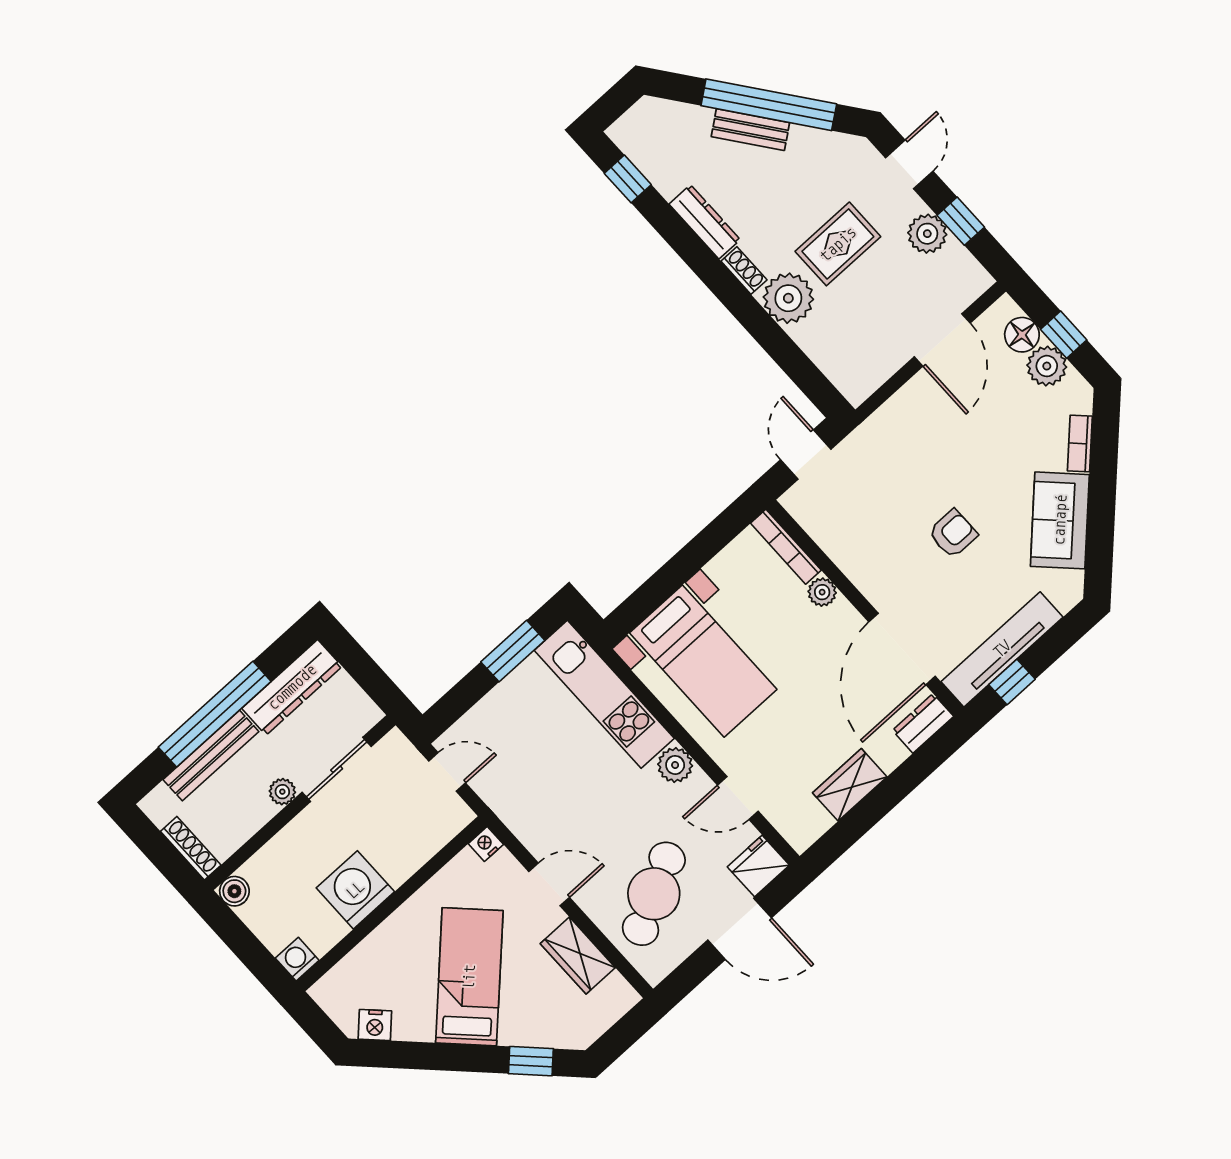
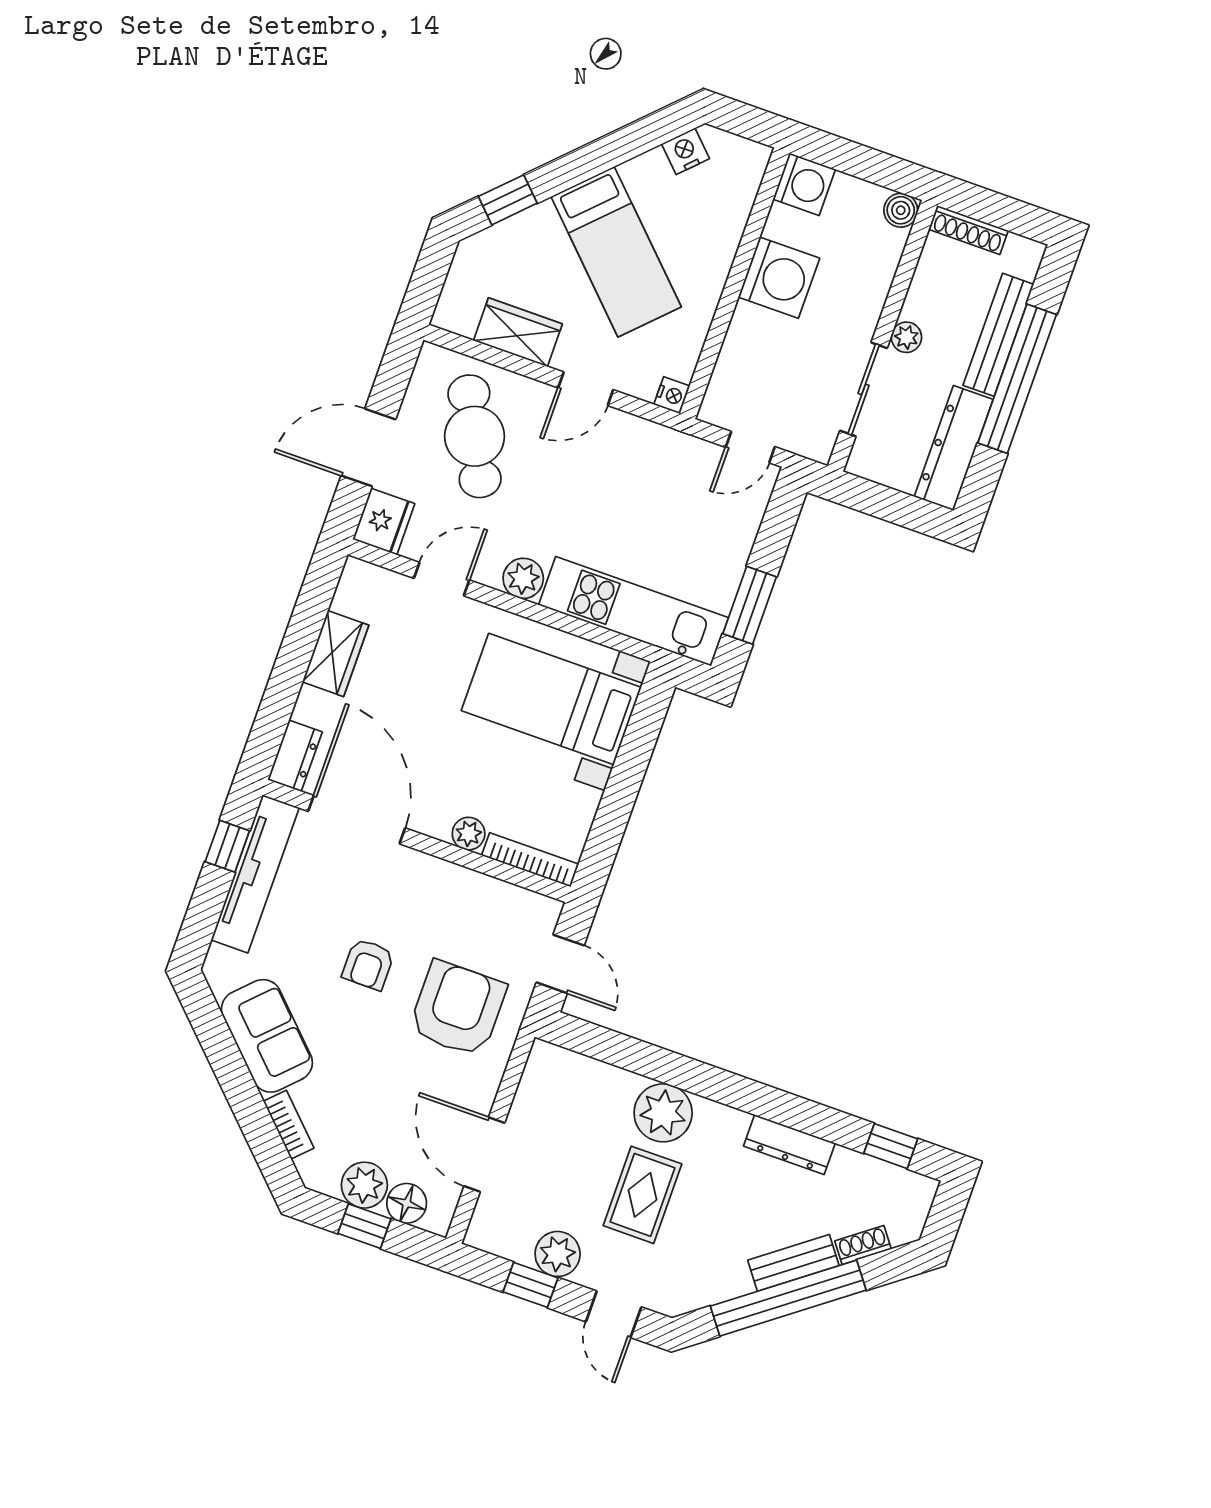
shoe rack: (744, 271) -> (863, 1245), moved, turned 143
armchair: (903, 463) -> (458, 1009), added
washing machine: (297, 959) -> (804, 184), width x1.38, depth x1.38

